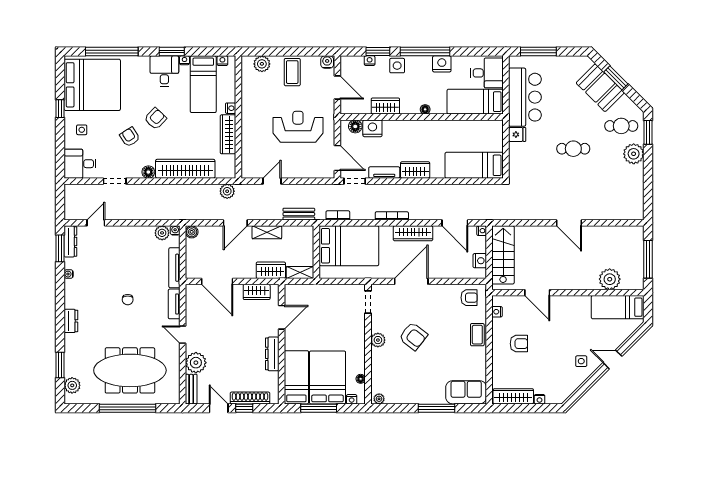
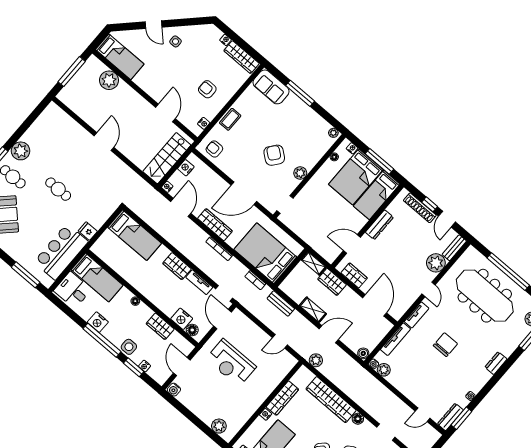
coffee table: (292, 72) -> (203, 403), removed
chair: (128, 300) -> (445, 345), width x1.87, depth x1.87

